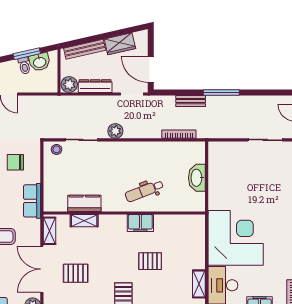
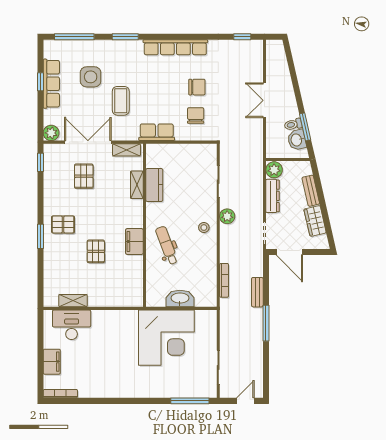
bench: (85, 49) -> (311, 191), width x0.73
door: (151, 69) -> (289, 252), swing flipped
stool: (56, 149) -> (204, 228), moved
corner desk: (236, 238) -> (166, 338), moved

